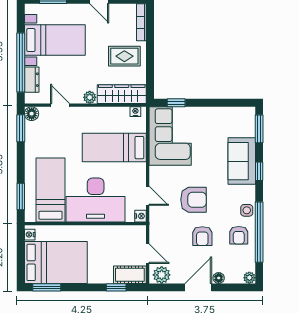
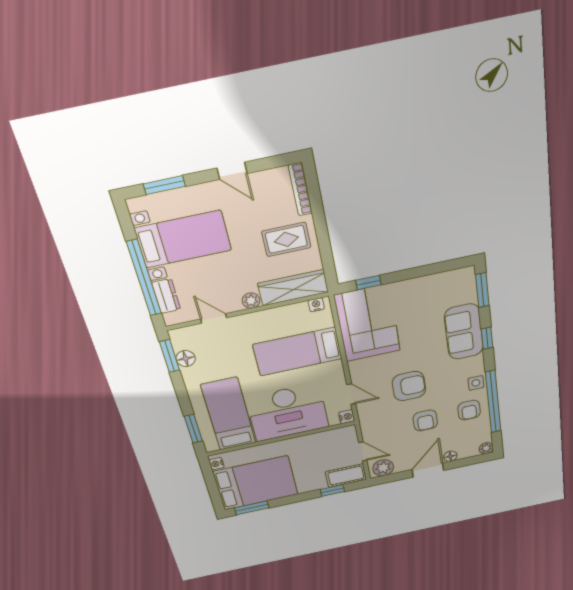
floor lamp: (32, 114) -> (186, 359), moved

